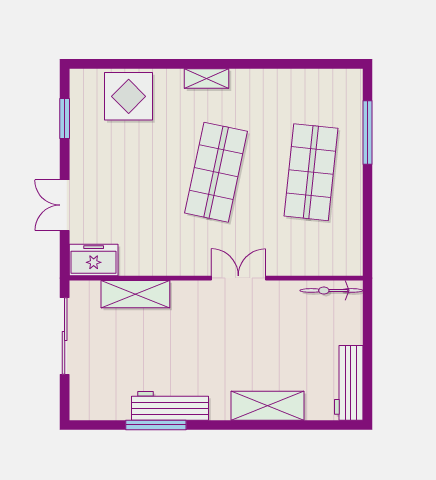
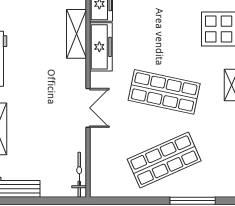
shop shelf: (311, 172) -> (164, 160), turned -30
freezer: (153, 260) -> (101, 47), added

